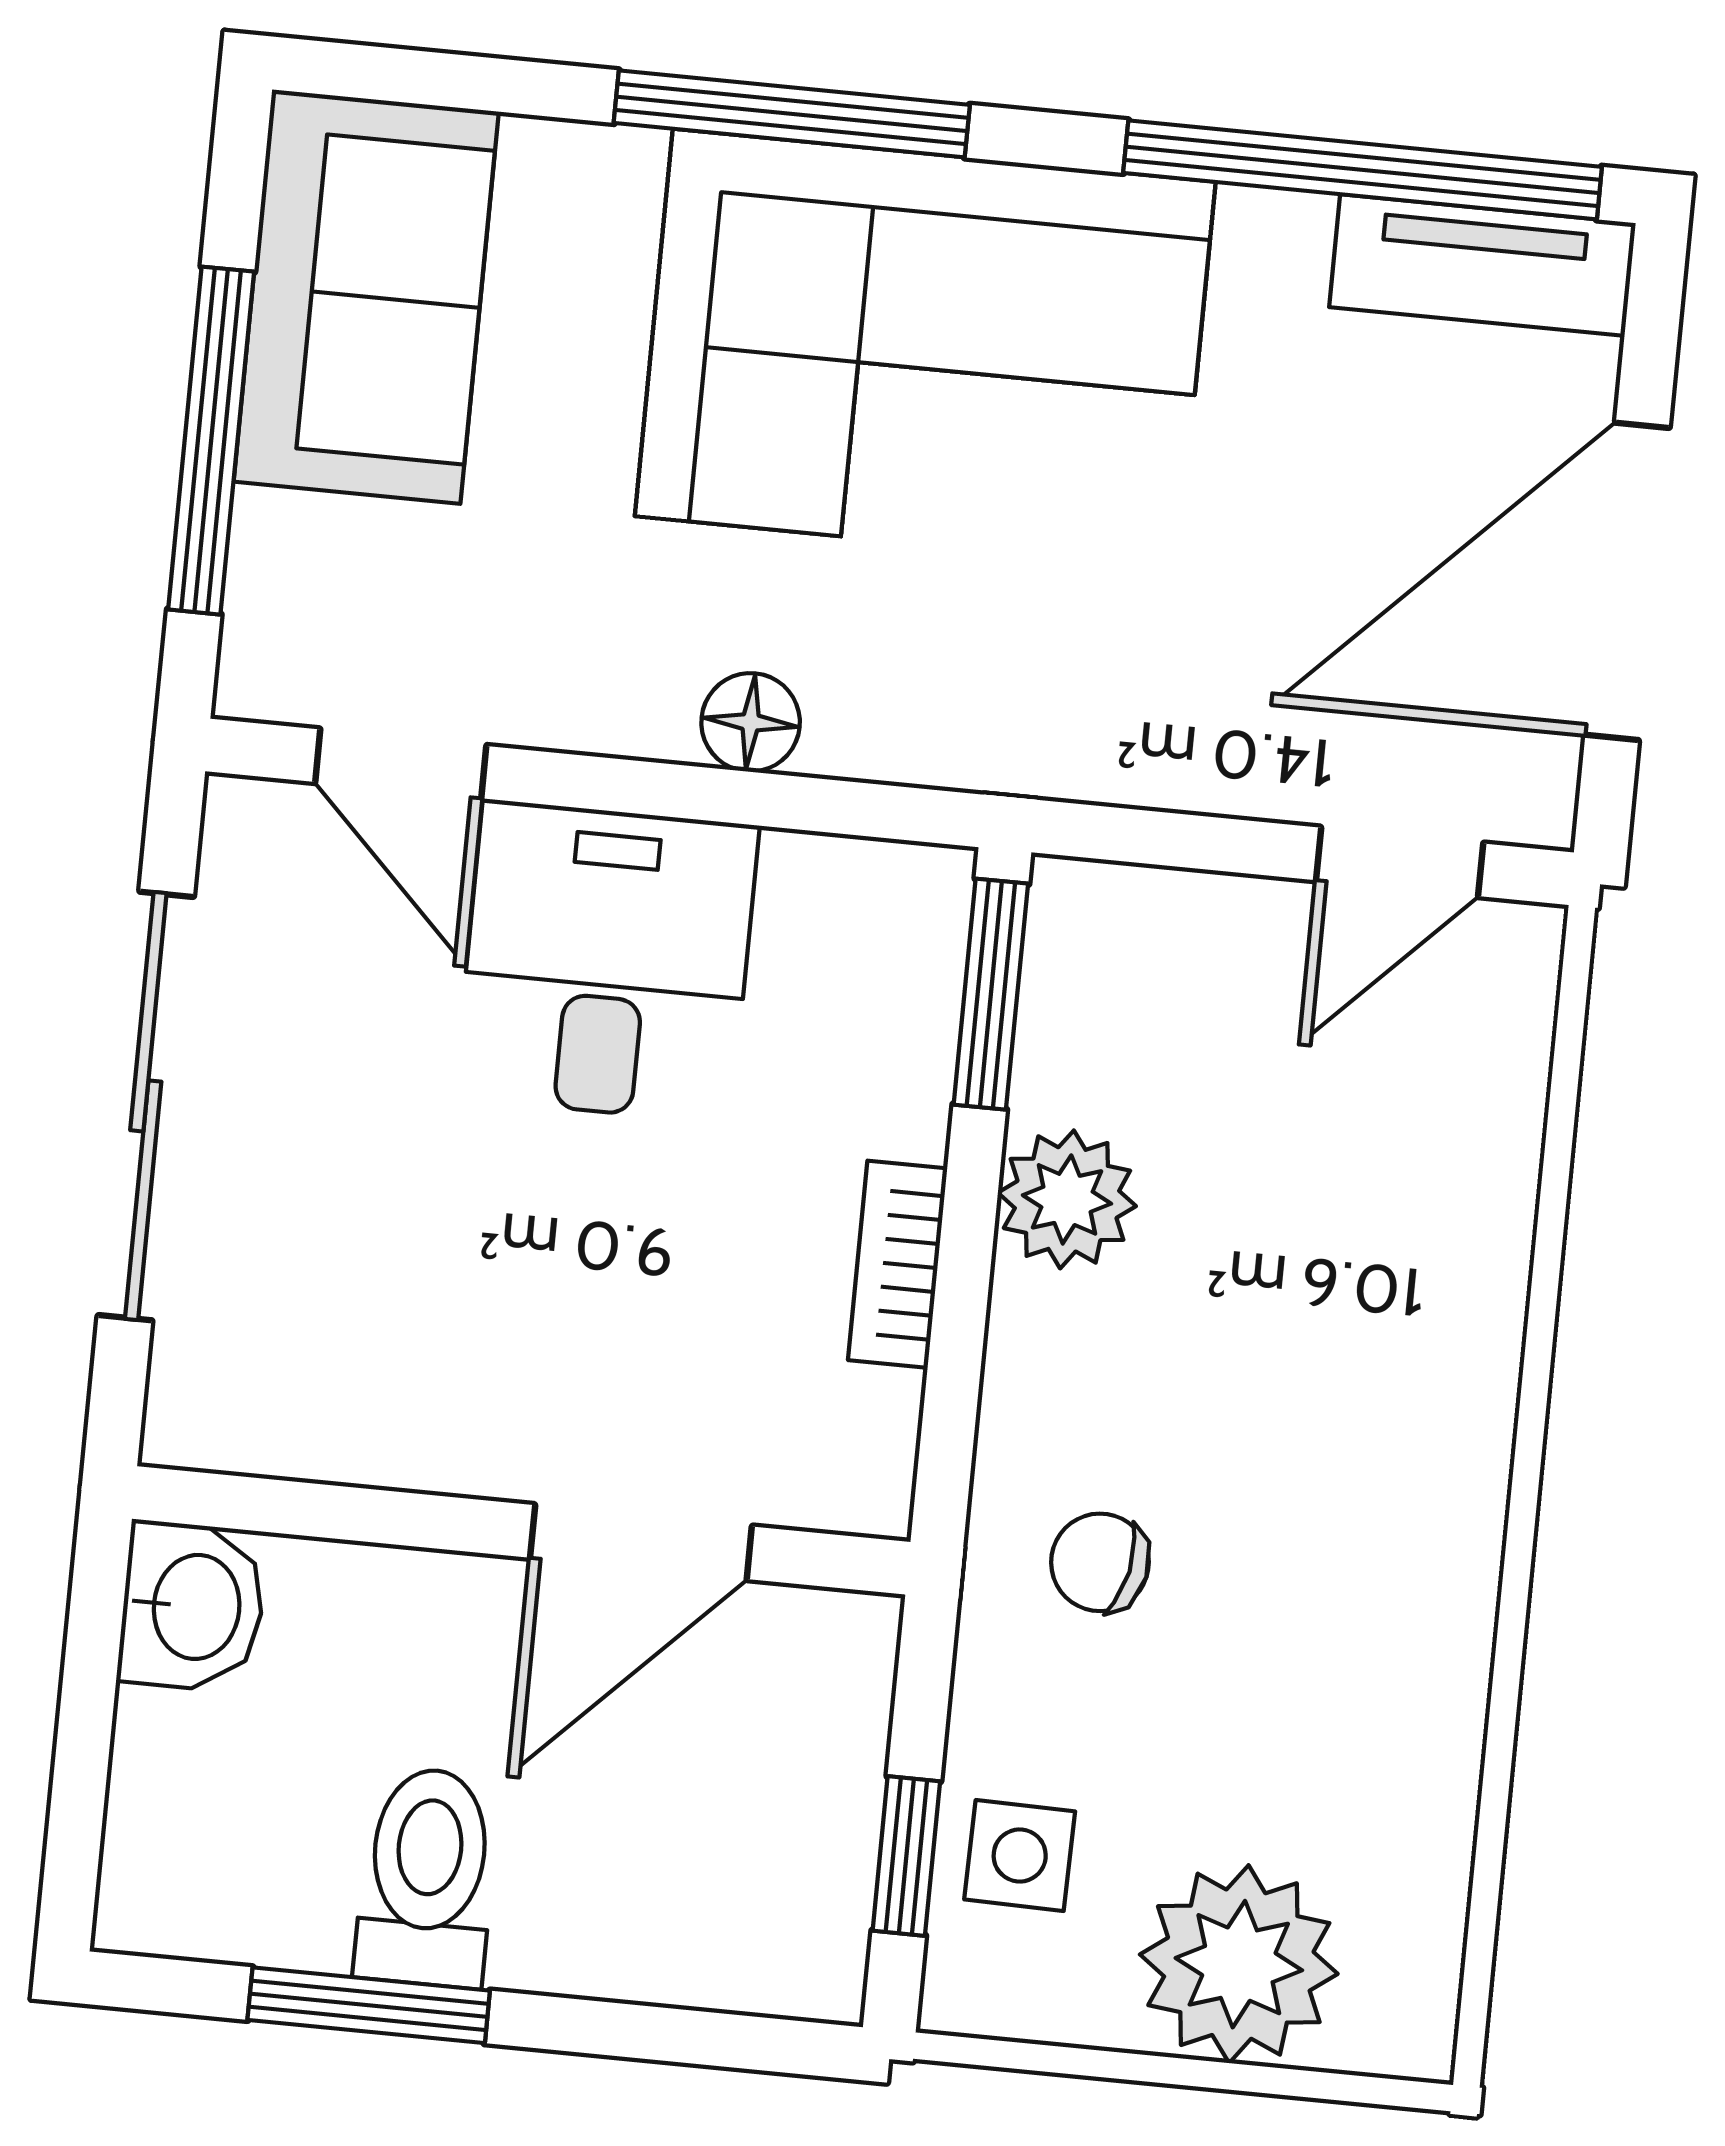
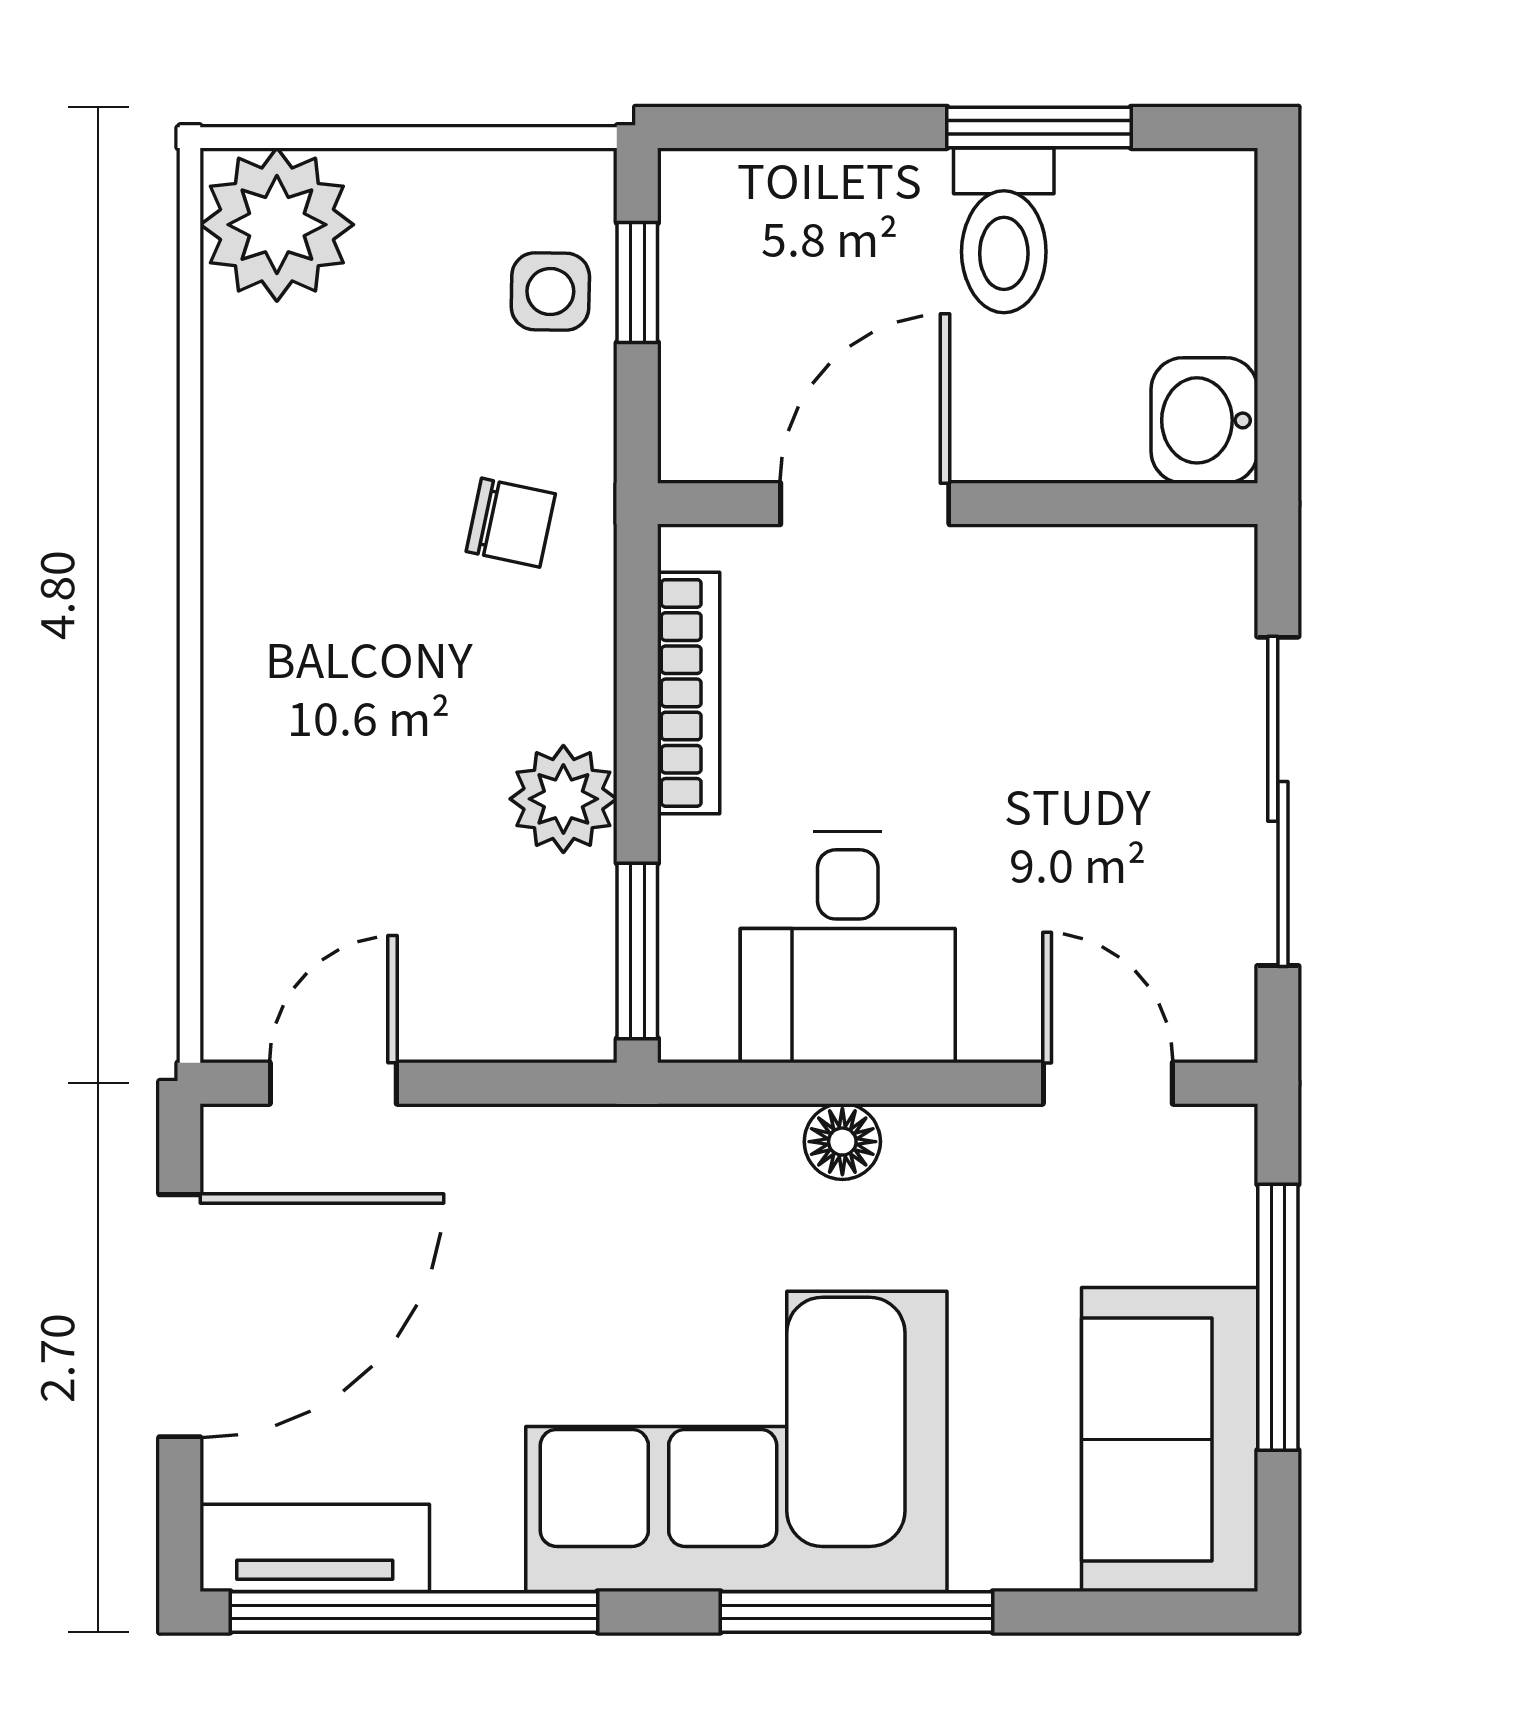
desk: (607, 962) -> (848, 947), moved
bookcase: (898, 1264) -> (689, 693), width x1.56
plant: (1239, 1964) -> (277, 225), moved

